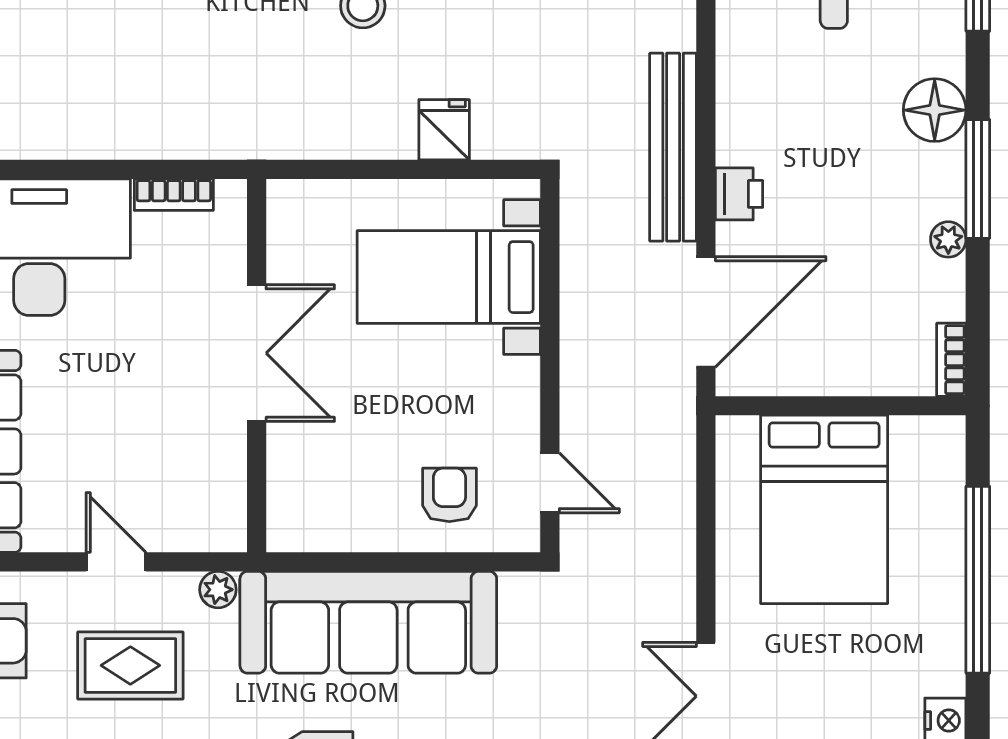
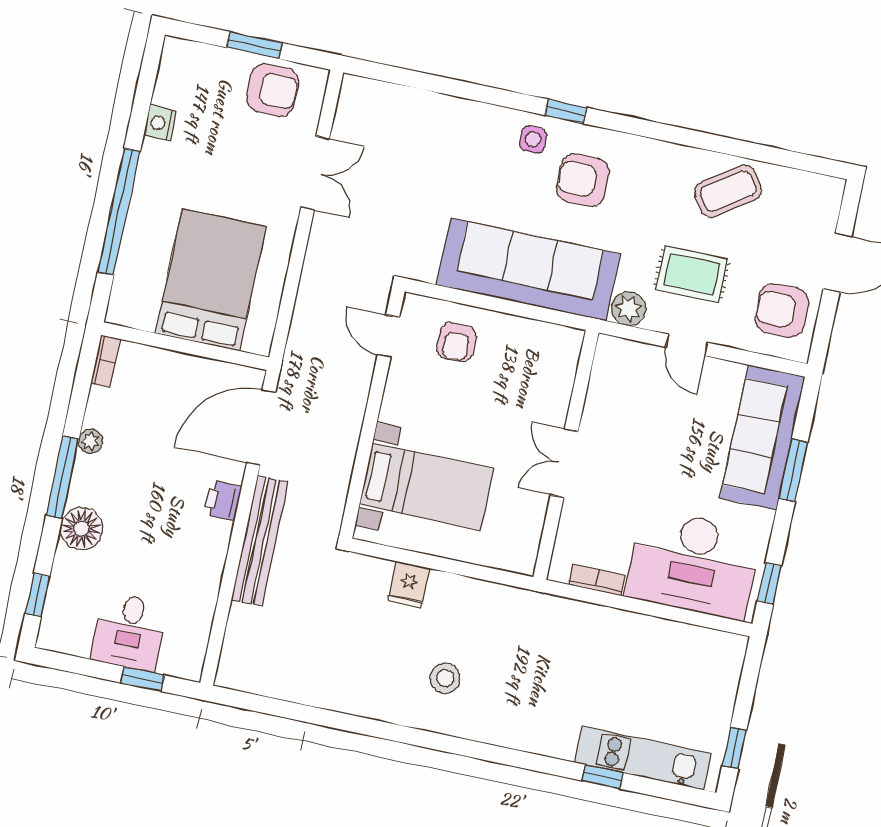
double door: (257, 353) -> (564, 463), width x0.73
plant: (218, 590) -> (629, 309), width x1.38, depth x1.38

